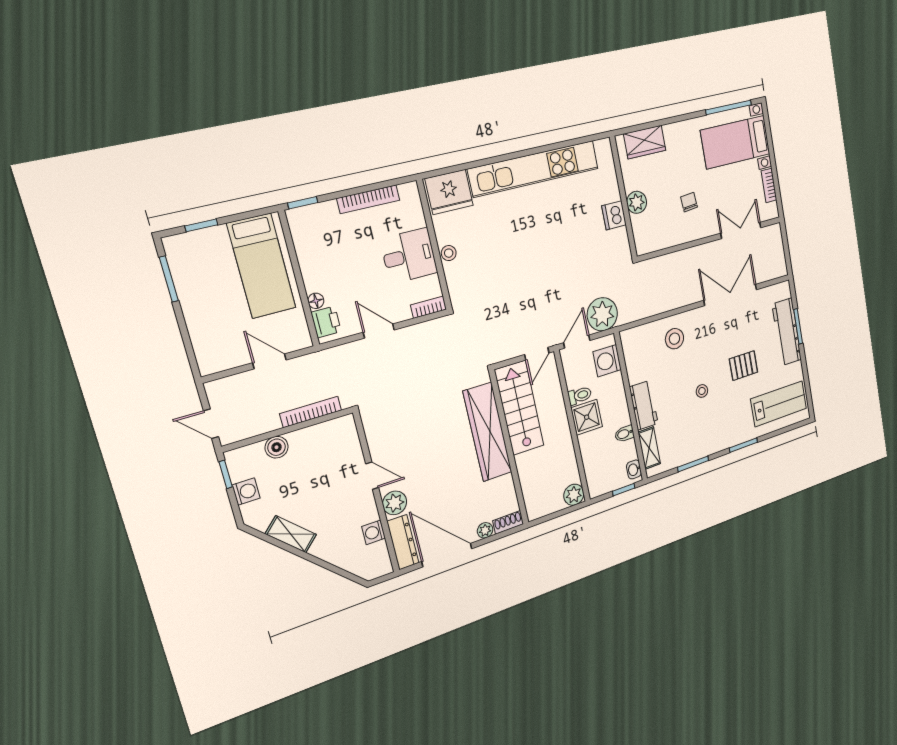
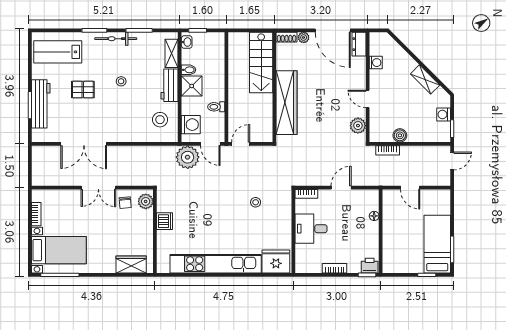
bookcase: (368, 199) -> (335, 268), width x0.64
plant: (637, 202) -> (146, 201), moved
chair: (689, 202) -> (125, 203), moved
double door: (741, 230) -> (98, 188), moved
stool: (449, 253) -> (256, 202), moved
bed: (262, 266) -> (437, 244), moved
printer: (326, 322) -> (370, 266), moved, turned 90
door: (379, 331) -> (341, 188), swing flipped
stool: (674, 339) -> (160, 120), moved
door: (577, 342) -> (210, 144), hinge flipped
stairs: (519, 408) -> (261, 63), moved
bookcase: (311, 412) -> (388, 150), width x0.64
shower: (587, 417) -> (192, 86), moved
door: (211, 424) -> (452, 161), hinge flipped
bicycle: (718, 443) -> (116, 39), added
boiler: (277, 447) -> (400, 135), moved
plant: (574, 495) -> (236, 40), removed
plant: (395, 503) -> (358, 126), moved
dresser: (403, 542) -> (359, 44), width x0.70

